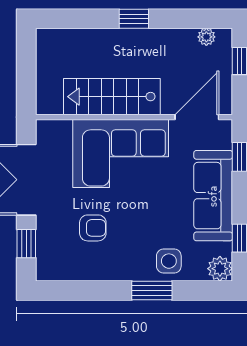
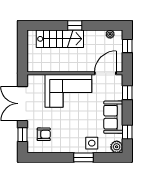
stairs: (112, 97) -> (60, 39), moved, turned 180
sofa: (213, 196) -> (113, 117), width x0.73
armchair: (93, 228) -> (44, 134), moved

